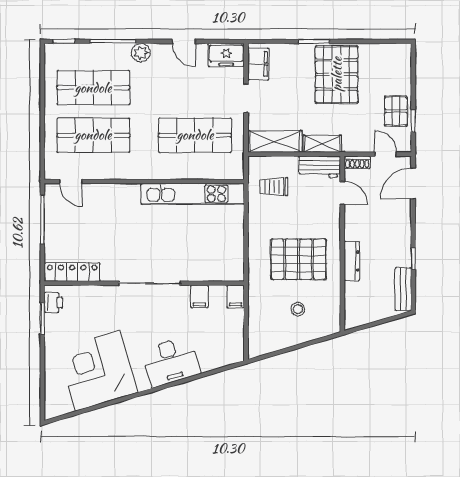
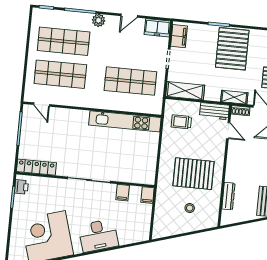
door: (184, 41) -> (129, 16), hinge flipped
shelving: (322, 144) -> (234, 97), moved
dresser: (352, 261) -> (228, 196), moved

